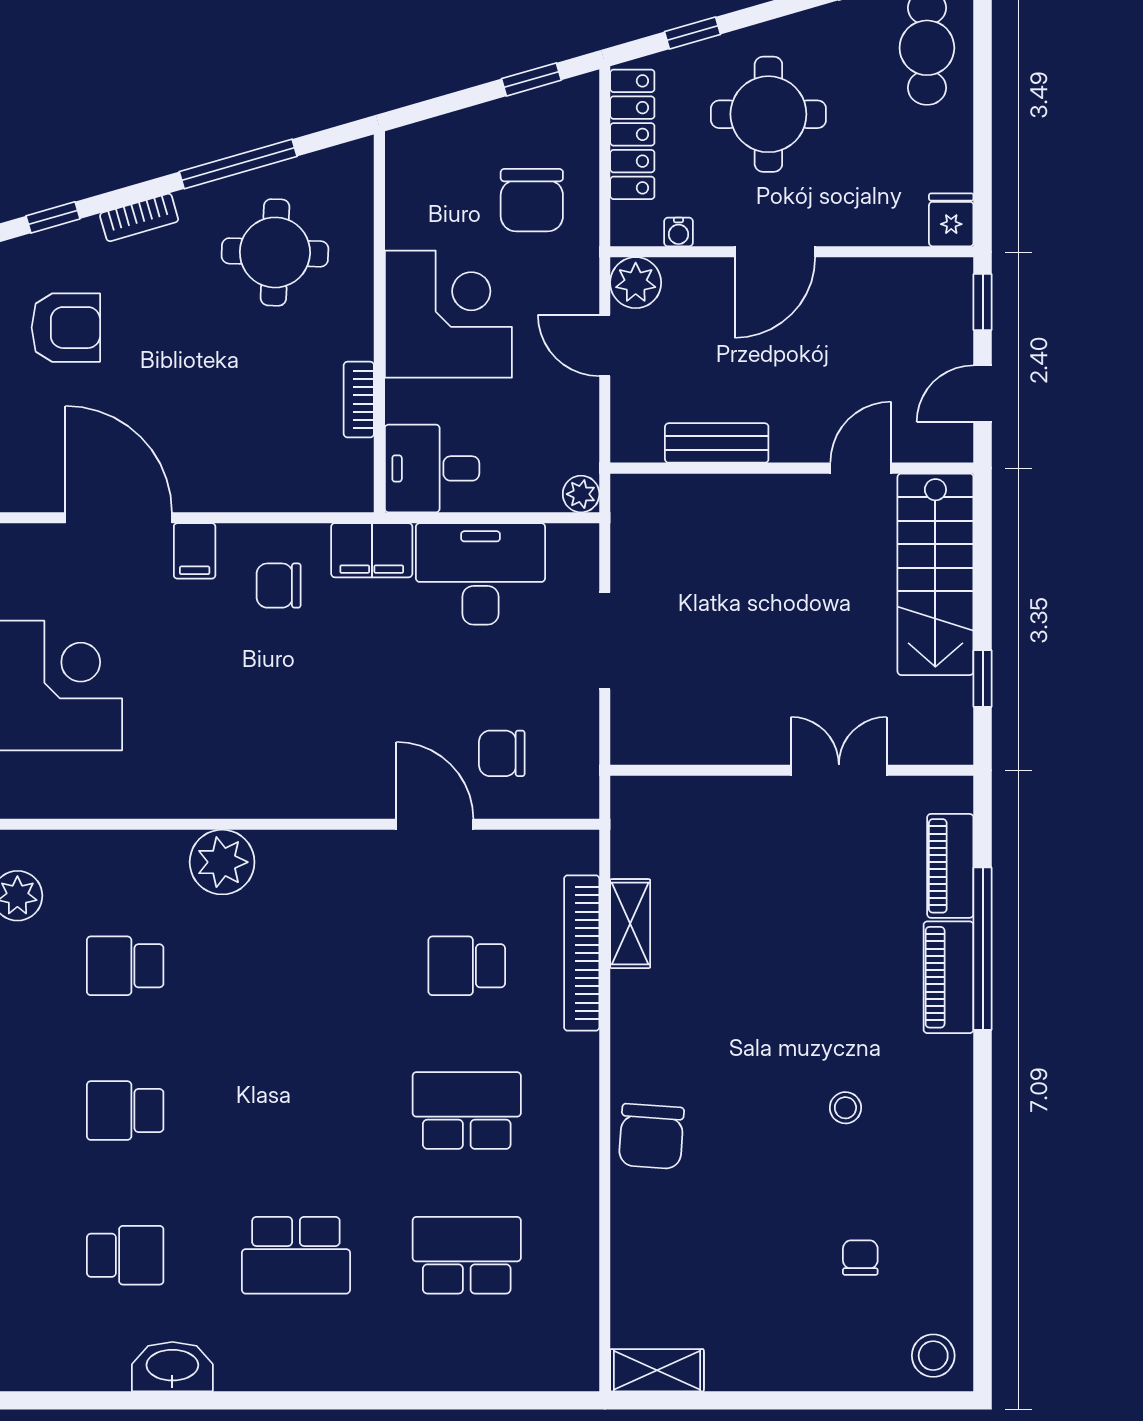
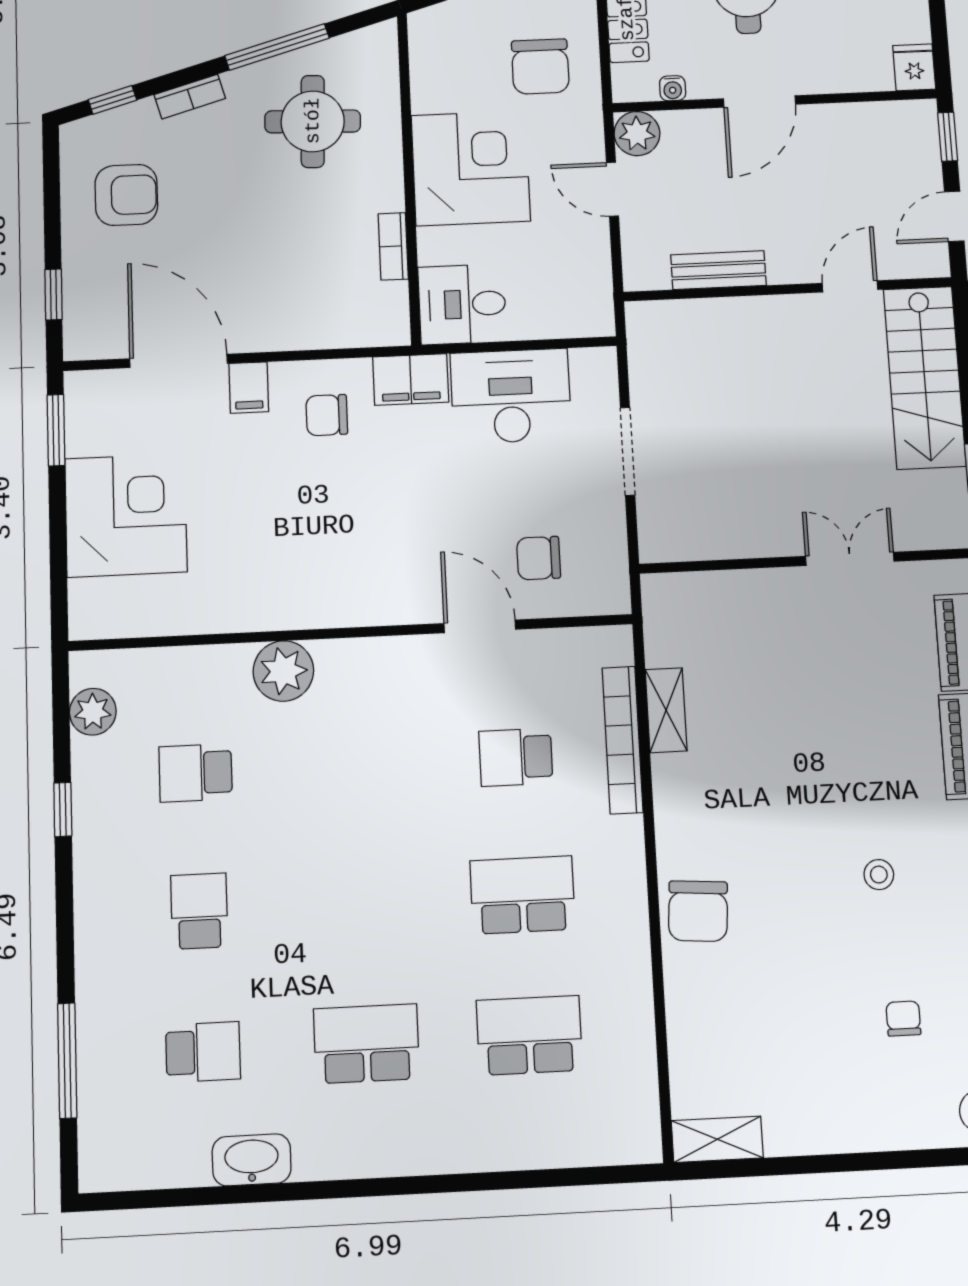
plant: (581, 494) -> (599, 321), removed
school desk: (125, 1111) -> (199, 911), turned 90
school desk: (296, 1255) -> (366, 1044), turned 180

